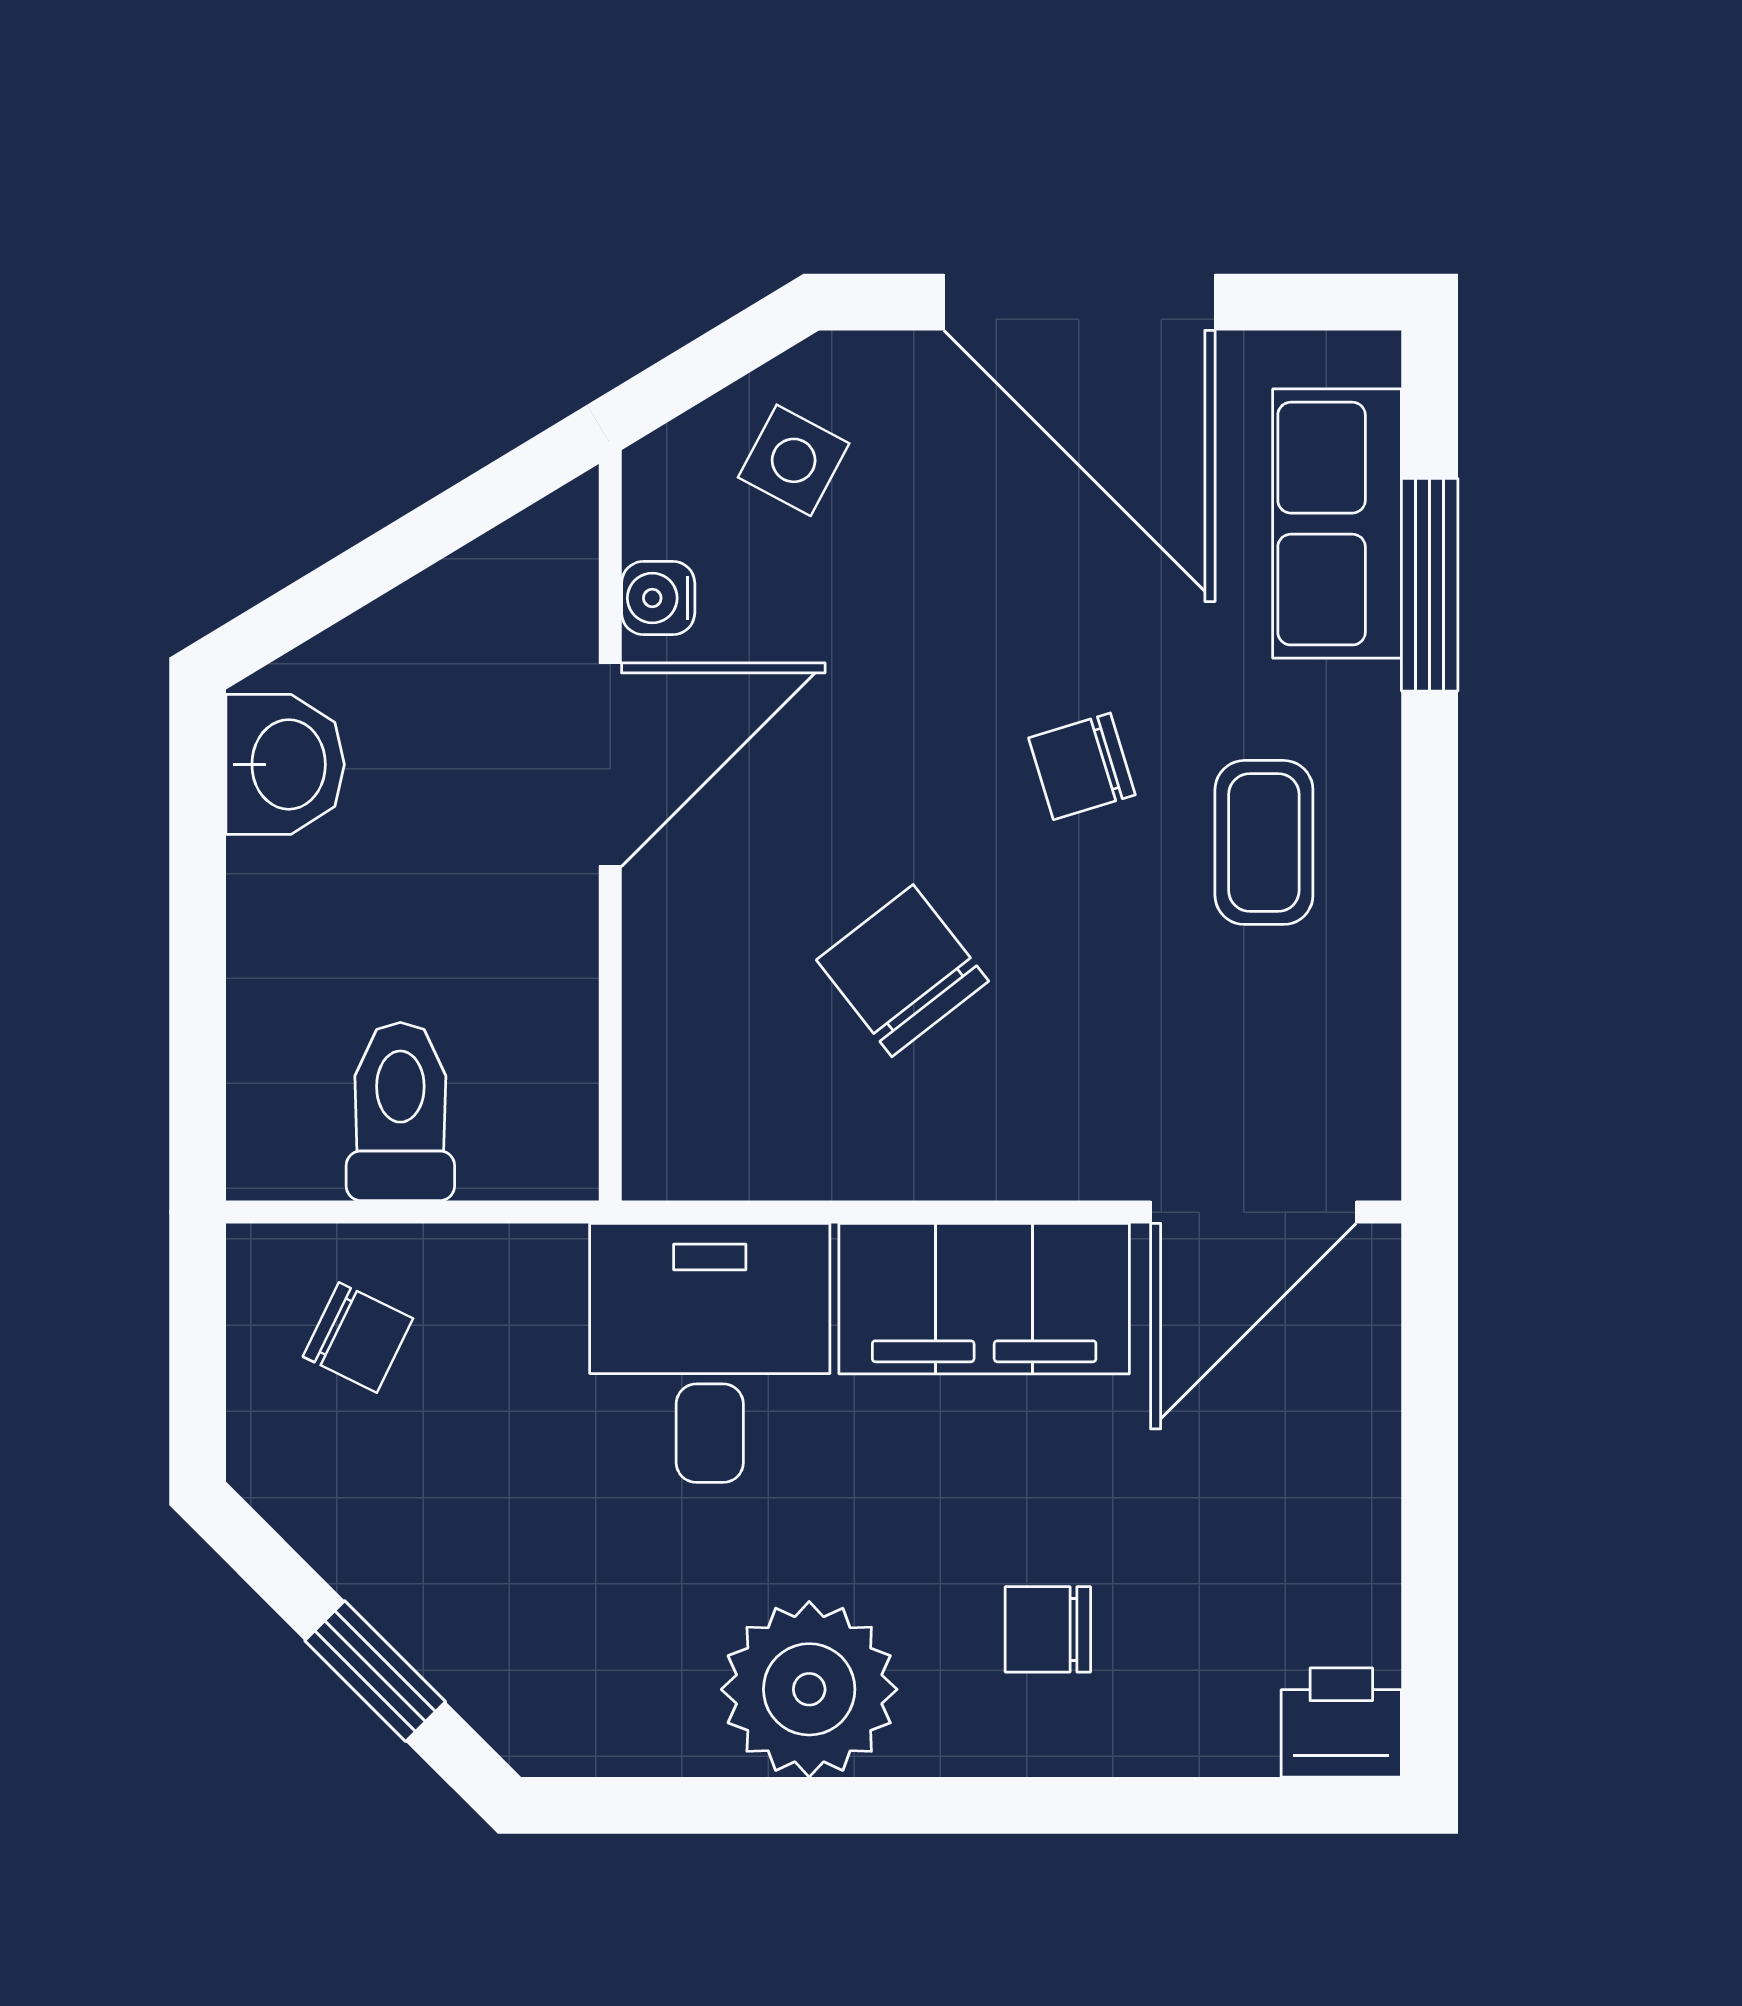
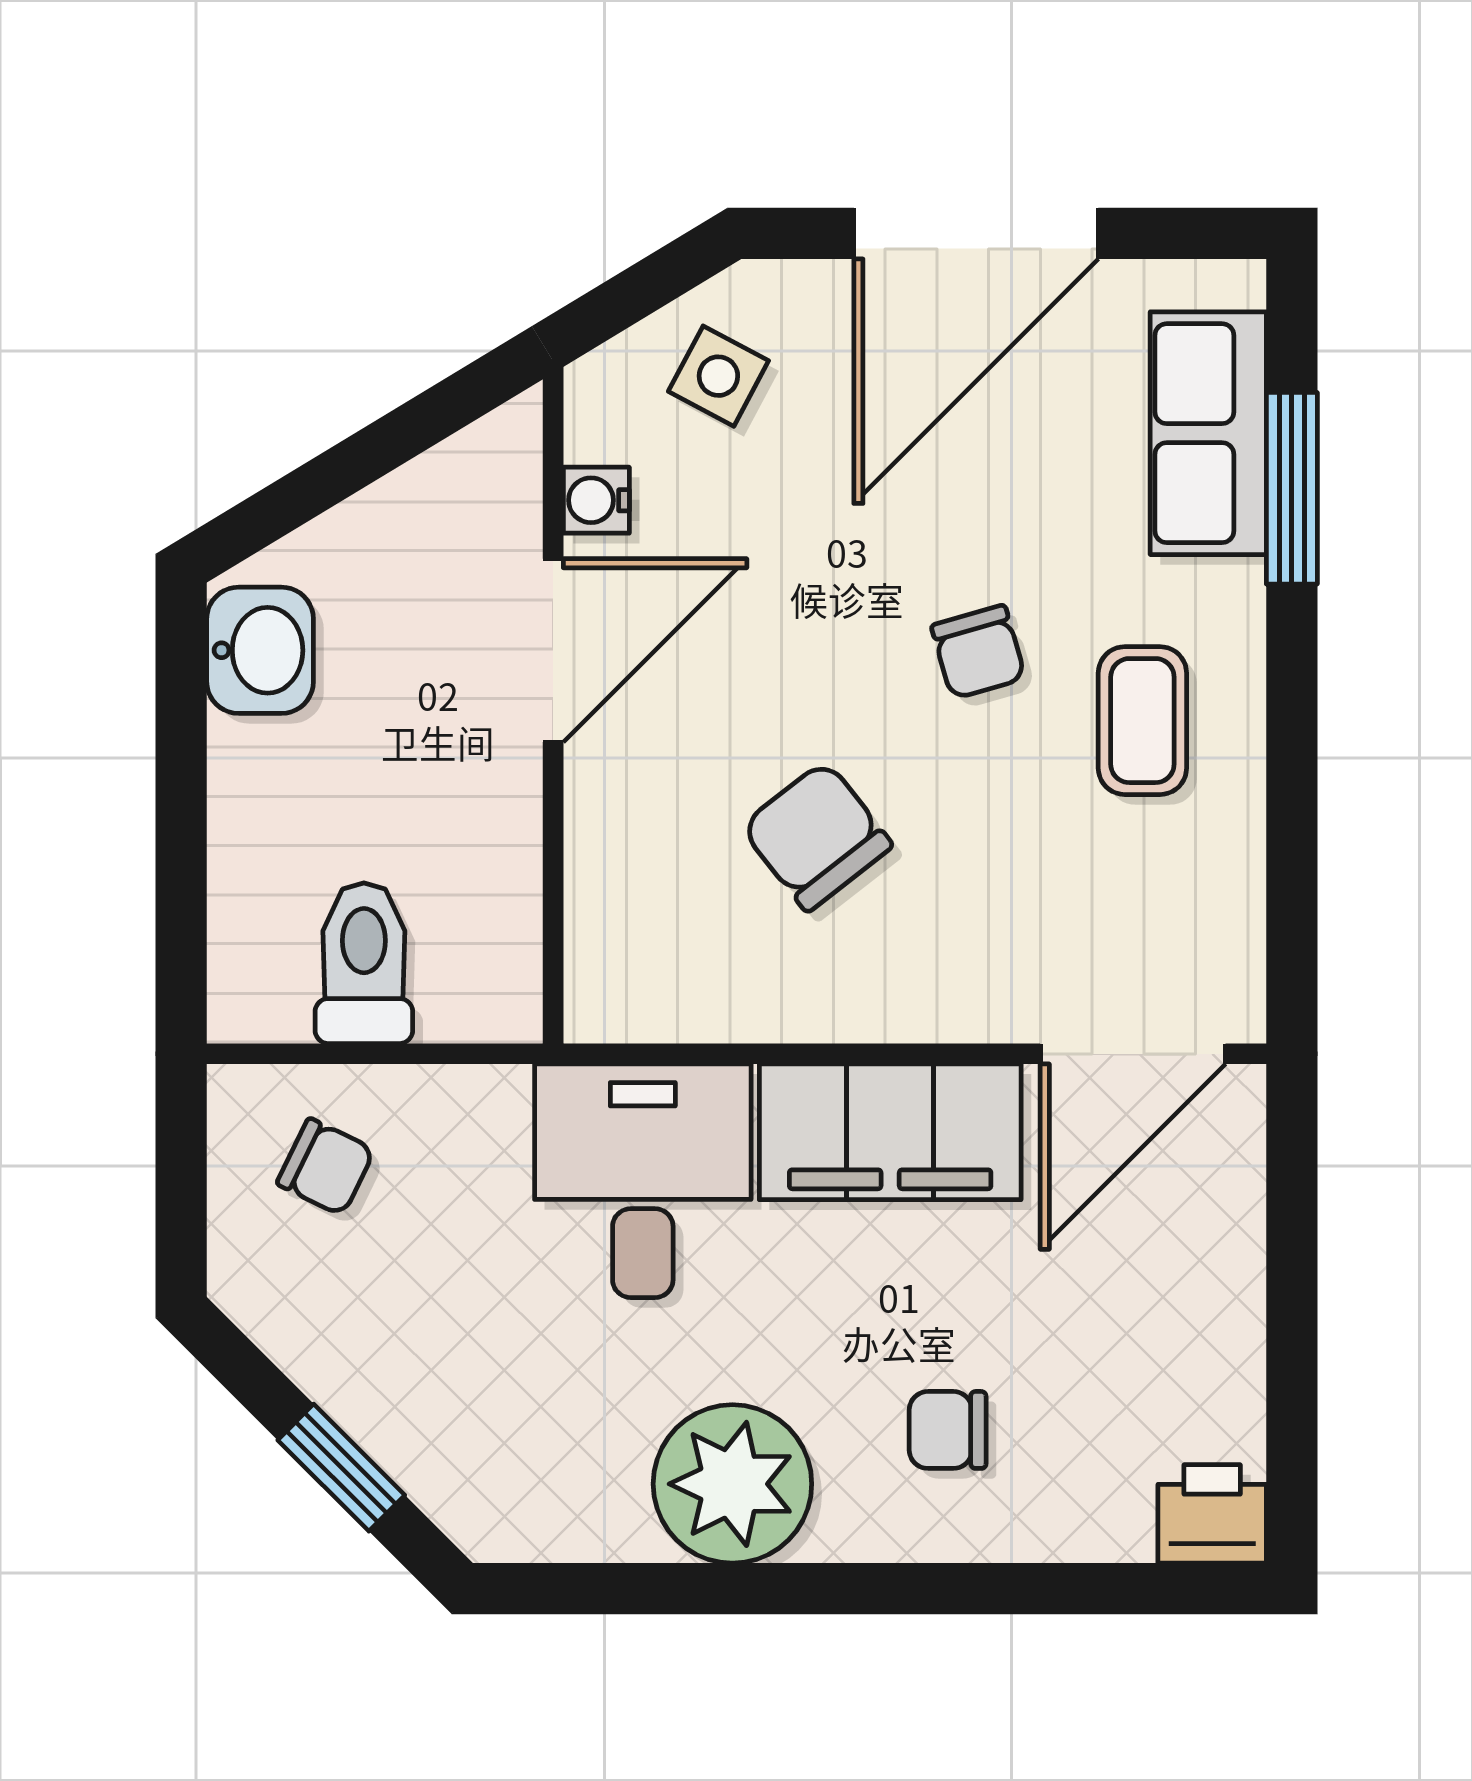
door: (1079, 302) -> (976, 233), hinge flipped
chair: (1082, 766) -> (978, 652), turned -89

